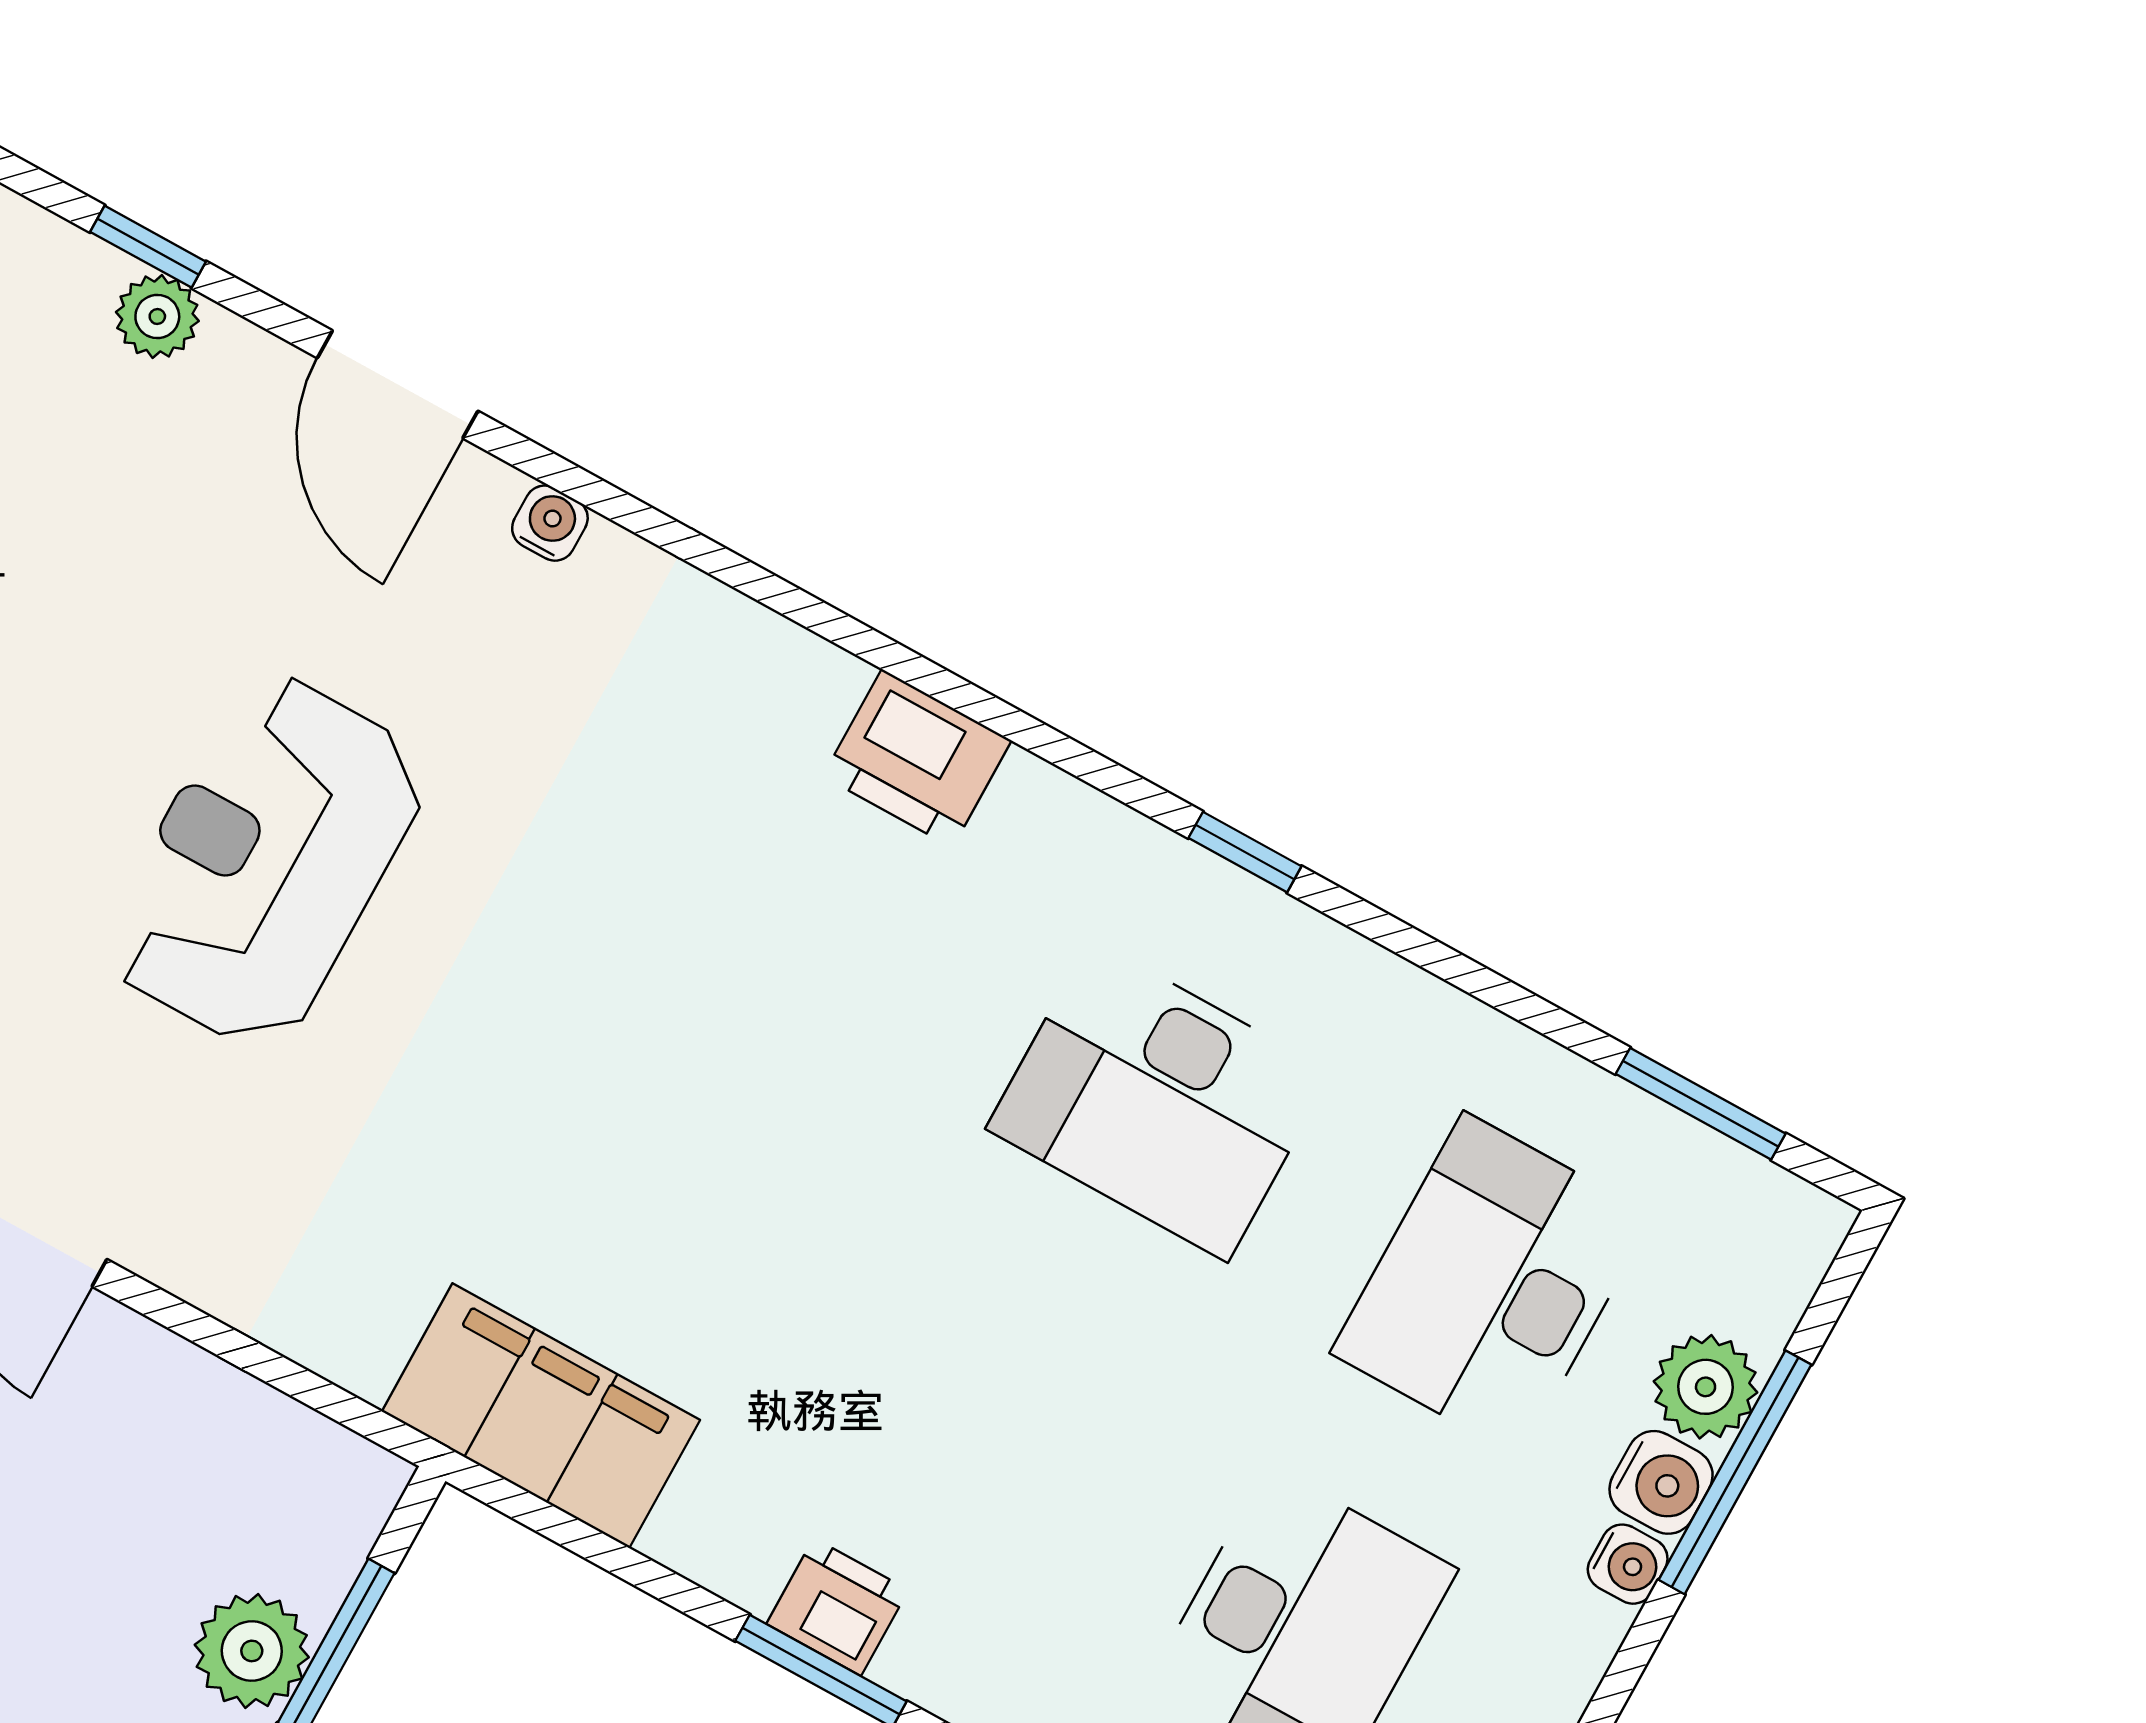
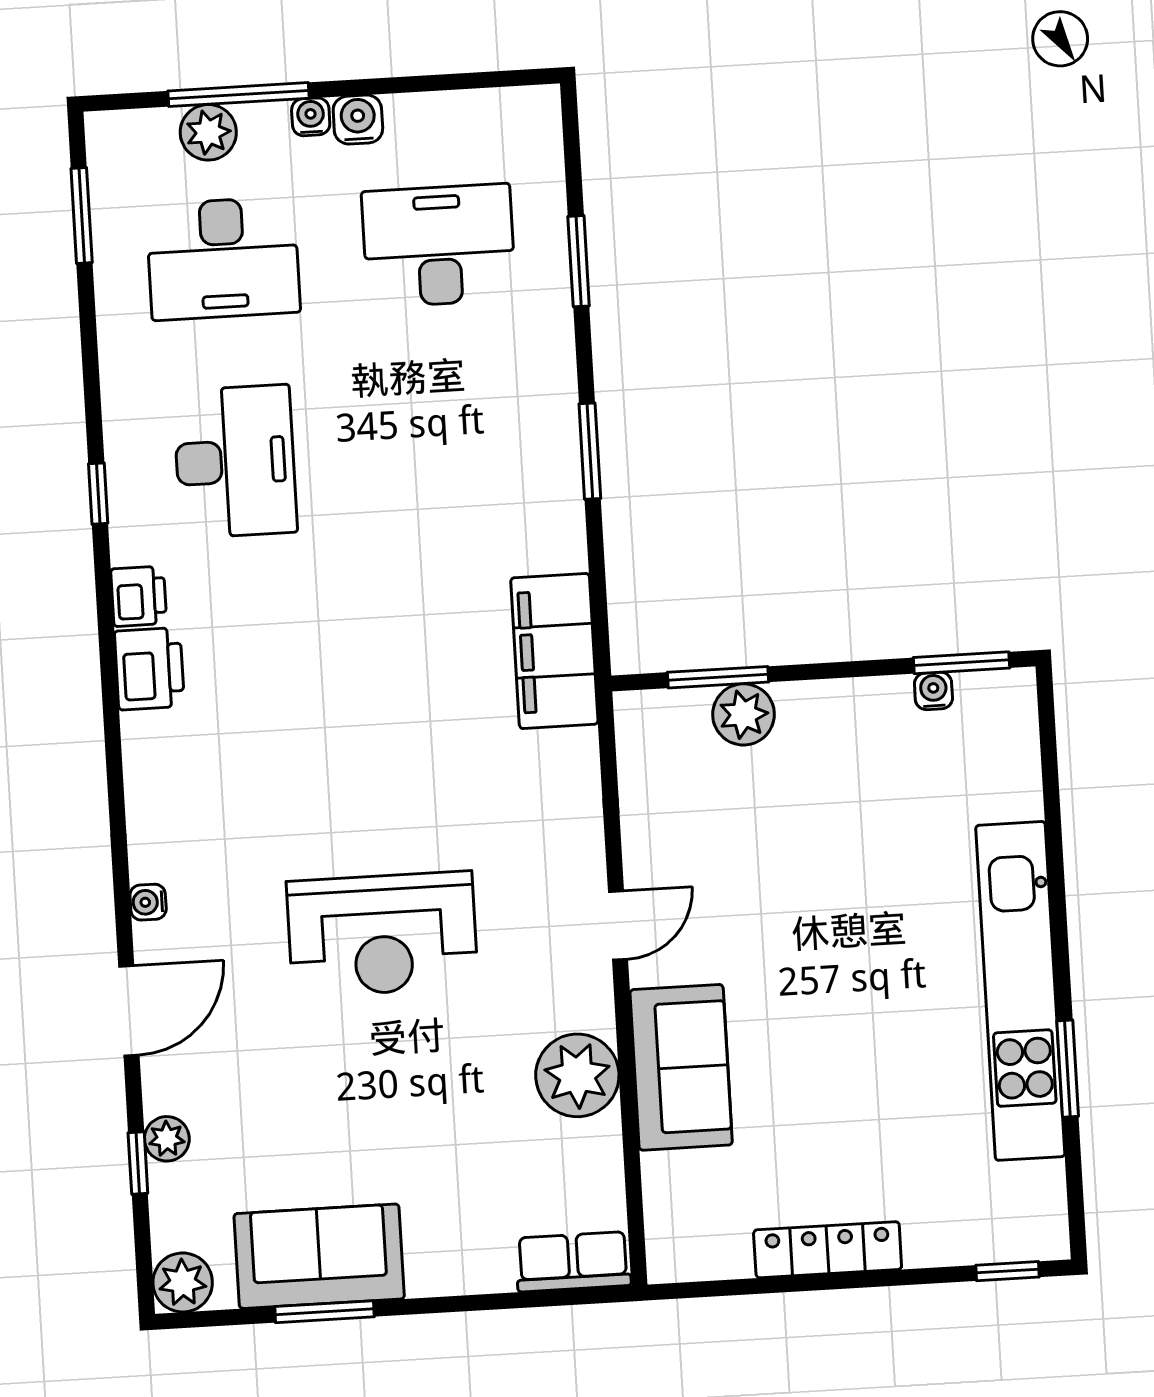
water cooler: (1661, 1482) -> (358, 120), moved
printer: (837, 1607) -> (139, 596), moved, turned 180

